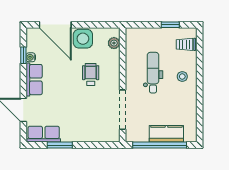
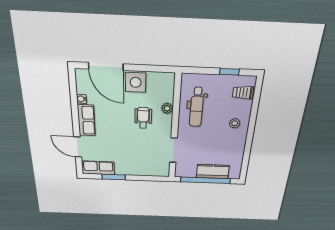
plant: (114, 43) -> (167, 108), moved
window: (23, 55) -> (74, 97), removed
dental chair: (153, 73) -> (197, 107), moved, turned 180
doorway: (123, 110) -> (173, 150), width x0.73

